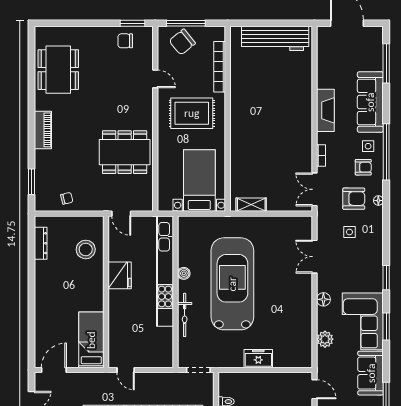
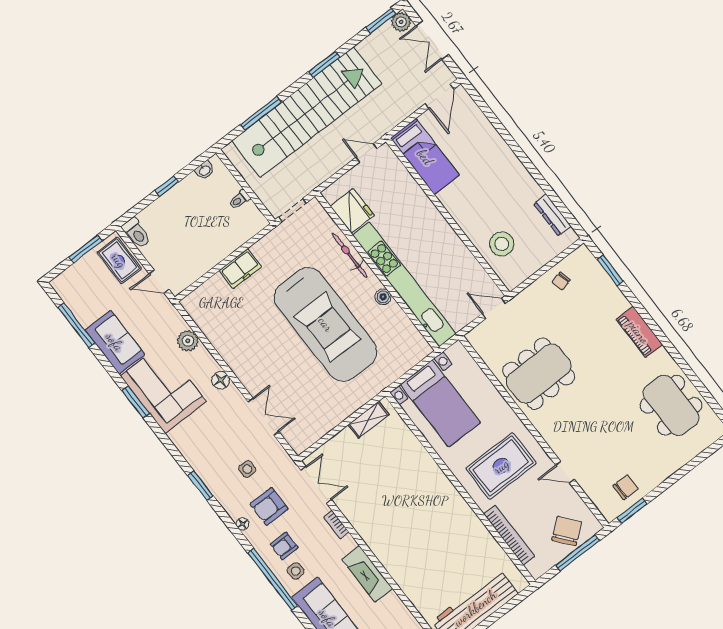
fridge: (120, 275) -> (352, 211), moved, turned 180
window: (386, 278) -> (200, 486), moved

